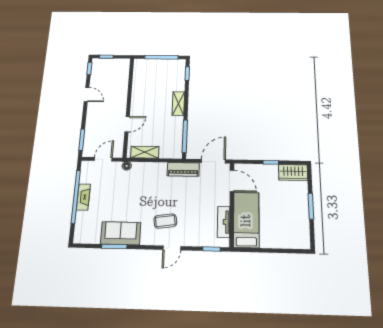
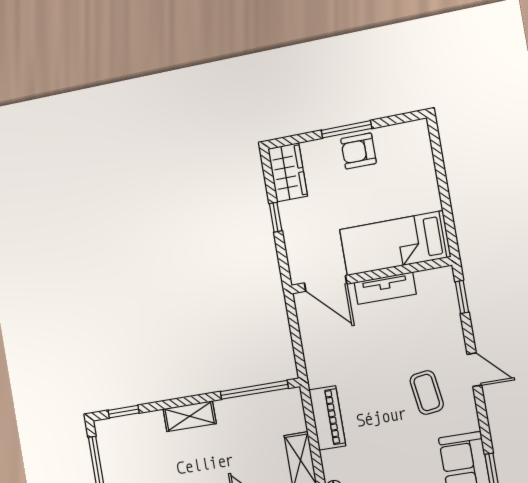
door: (213, 161) -> (294, 326), removed
piano: (183, 169) -> (327, 418), moved
door: (232, 181) -> (326, 283), swing flipped
armchair: (298, 210) -> (358, 151), added
tv unit: (224, 222) -> (385, 288), moved

